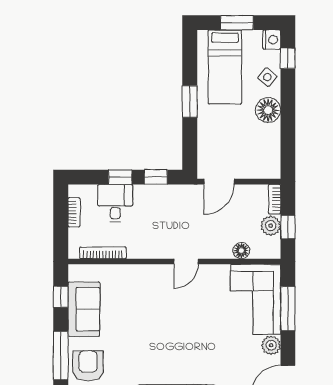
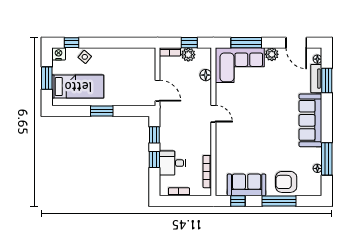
floor lamp: (268, 110) -> (108, 56), removed

